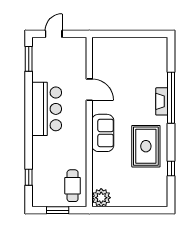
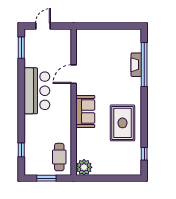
door: (89, 90) -> (74, 74), swing flipped
window: (171, 98) -> (144, 65), moved
fireplace: (162, 101) -> (136, 65), moved
window: (171, 168) -> (144, 154), moved

